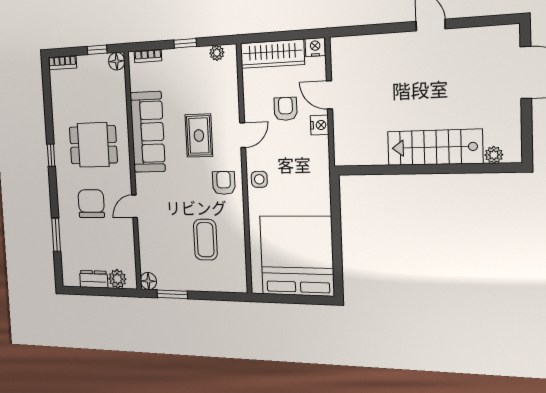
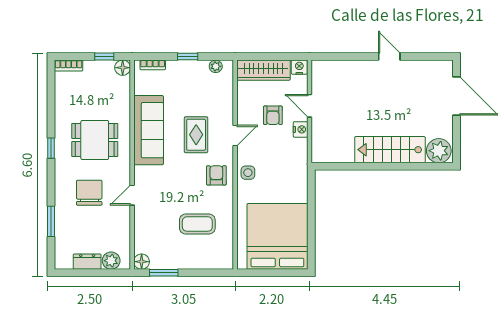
armchair: (286, 109) -> (273, 115), turned 180
plant: (494, 155) -> (439, 151), width x1.88, depth x1.88
coffee table: (205, 240) -> (197, 224), turned 90

